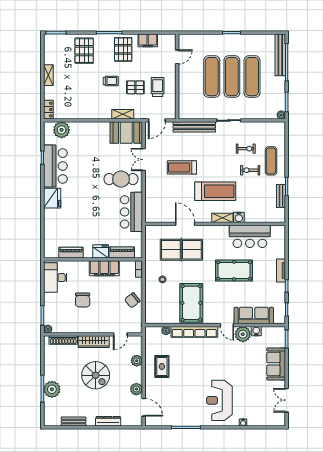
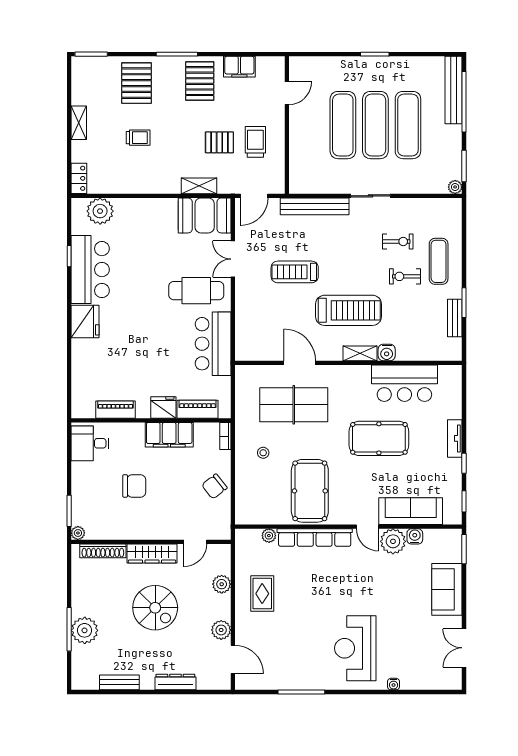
trolley: (111, 81) -> (138, 138), moved
desk: (55, 278) -> (90, 443), width x0.73
chair: (83, 300) -> (134, 486), turned -90

